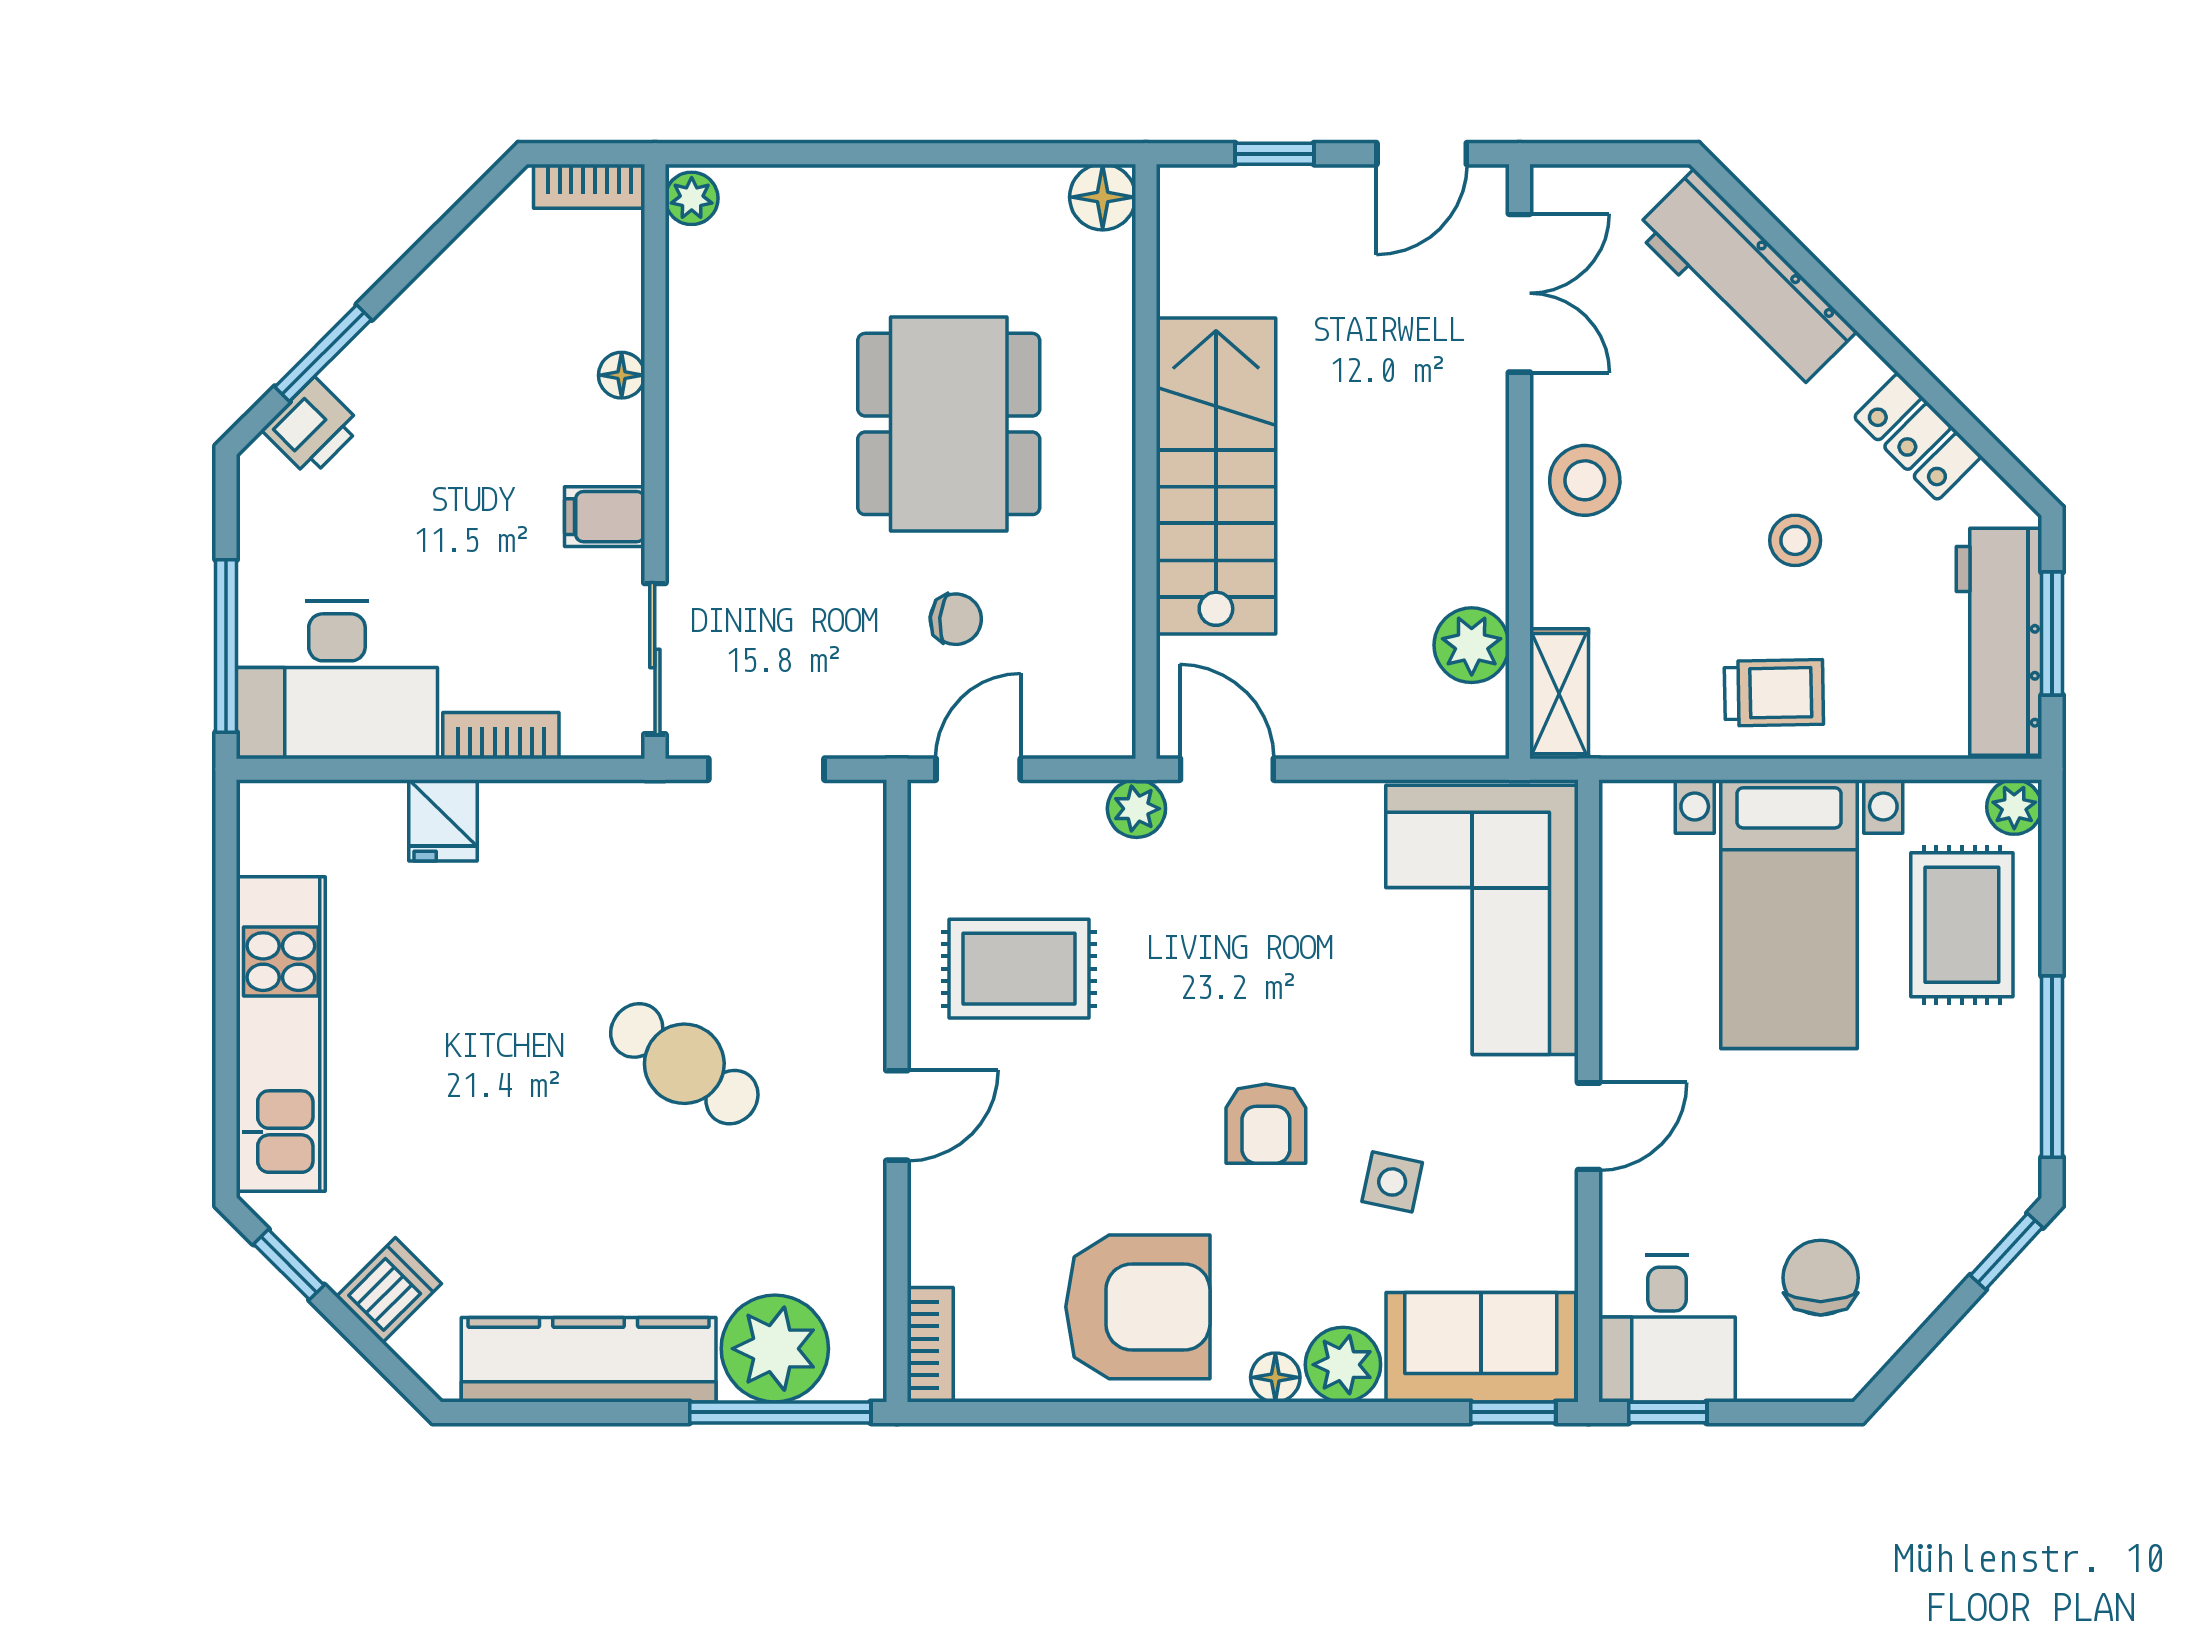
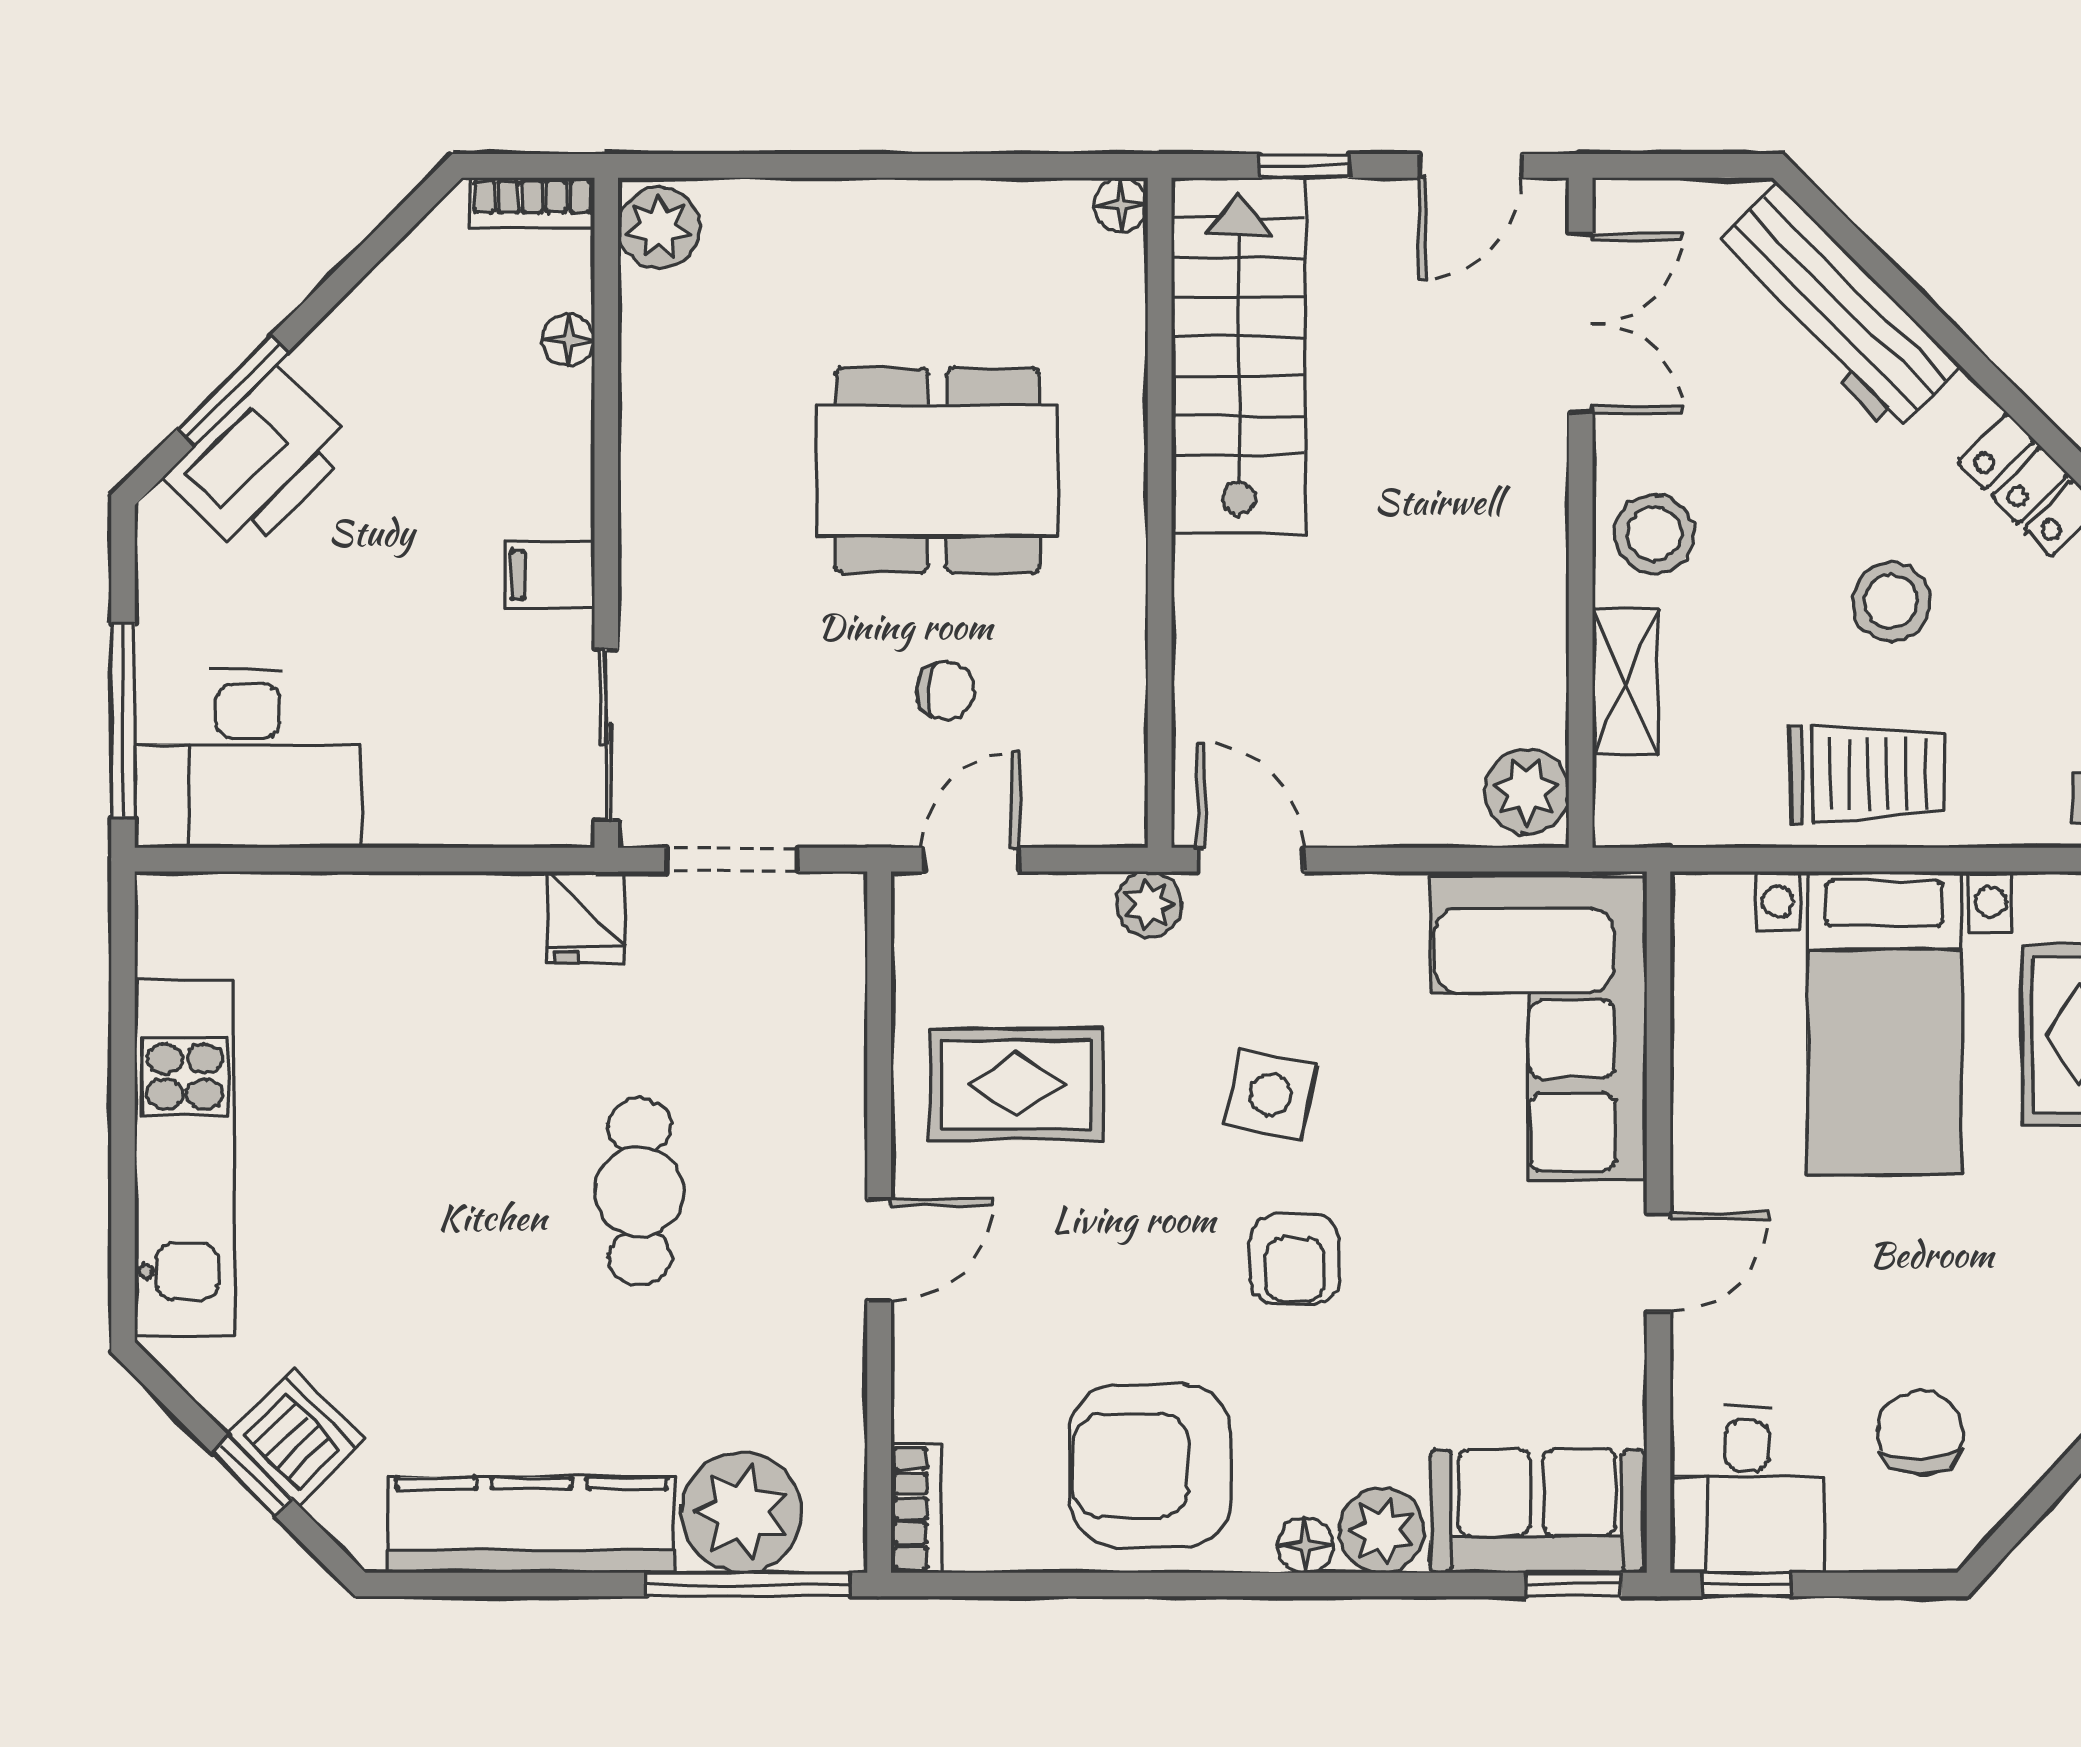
floor lamp: (1103, 197) -> (1121, 205), width x0.73, depth x0.73
plant: (692, 198) -> (659, 227), width x1.38, depth x1.38
floor lamp: (622, 375) -> (569, 340), moved
dining table: (949, 424) -> (937, 471), turned 90
printer: (312, 428) -> (260, 461), width x1.87, depth x1.48
stairs: (1216, 476) -> (1239, 356), moved
stool: (1795, 540) -> (1891, 602), width x1.37, depth x1.37
plant: (1472, 645) -> (1527, 791), moved
trolley: (1774, 693) -> (1867, 773), width x1.36, depth x1.39
shelving: (1559, 694) -> (1625, 682), moved
bookcase: (501, 736) -> (433, 822), removed
fridge: (443, 820) -> (586, 917), moved
cafe table: (684, 1064) -> (639, 1192), turned 55
side table: (1392, 1182) -> (1270, 1095), moved, width x1.37, depth x1.37
window: (289, 1265) -> (252, 1476), moved
dishwasher: (389, 1290) -> (297, 1437), width x1.38
armchair: (1138, 1307) -> (1150, 1466), turned 180

